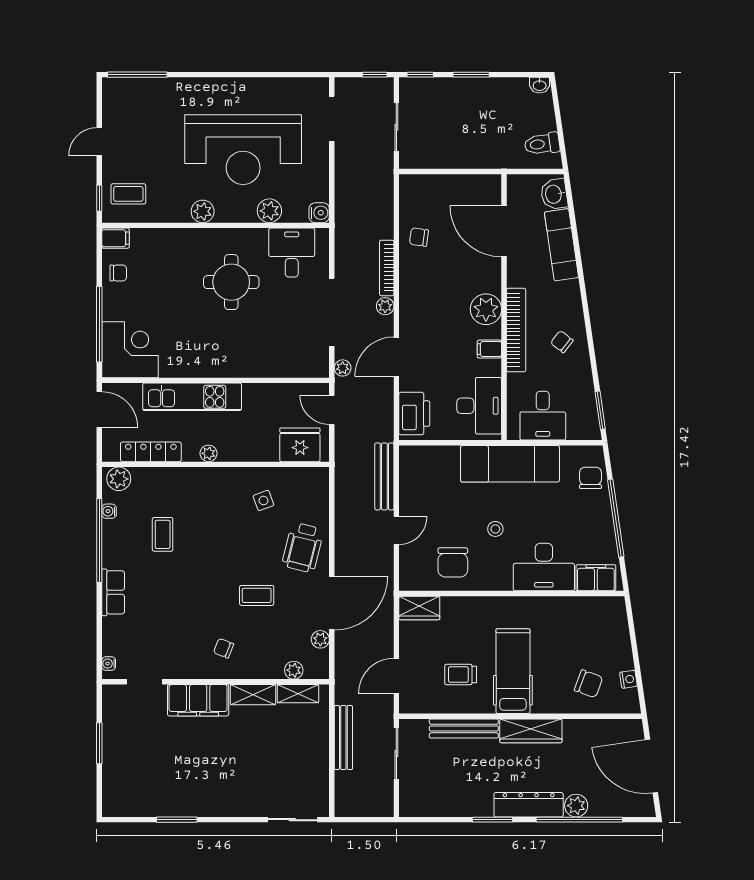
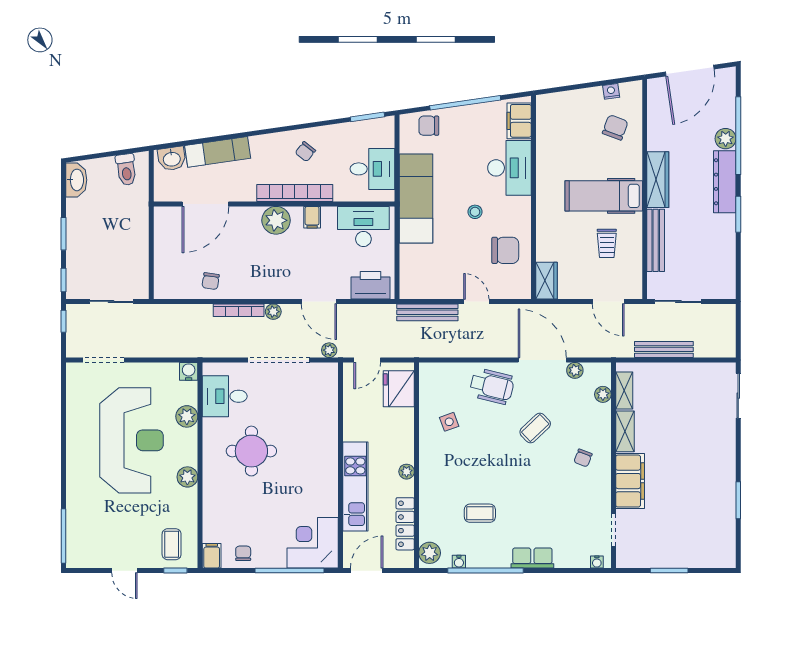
washbasin: (540, 85) -> (76, 180), width x1.91, depth x1.45
coffee table: (257, 595) -> (535, 428), turned 46

